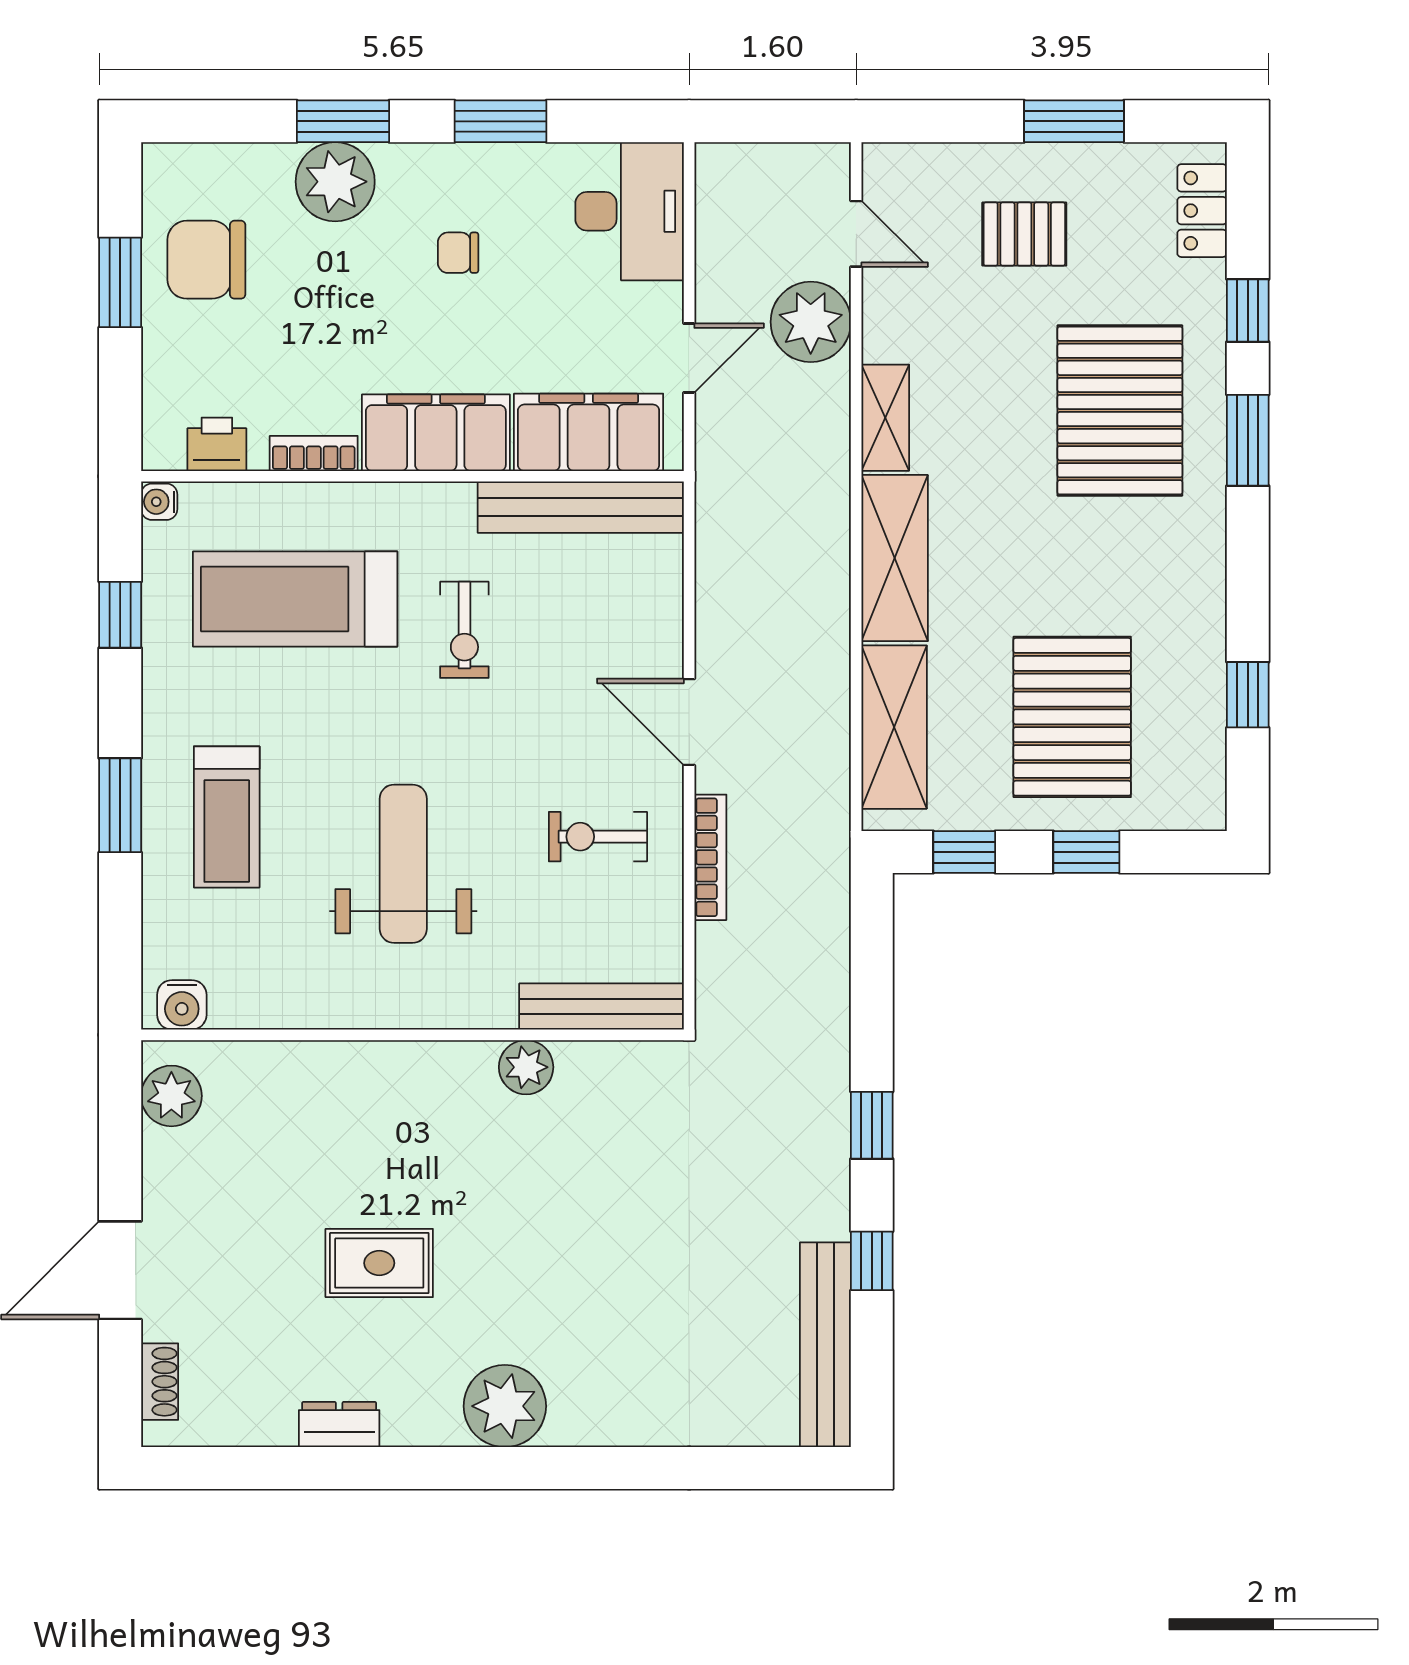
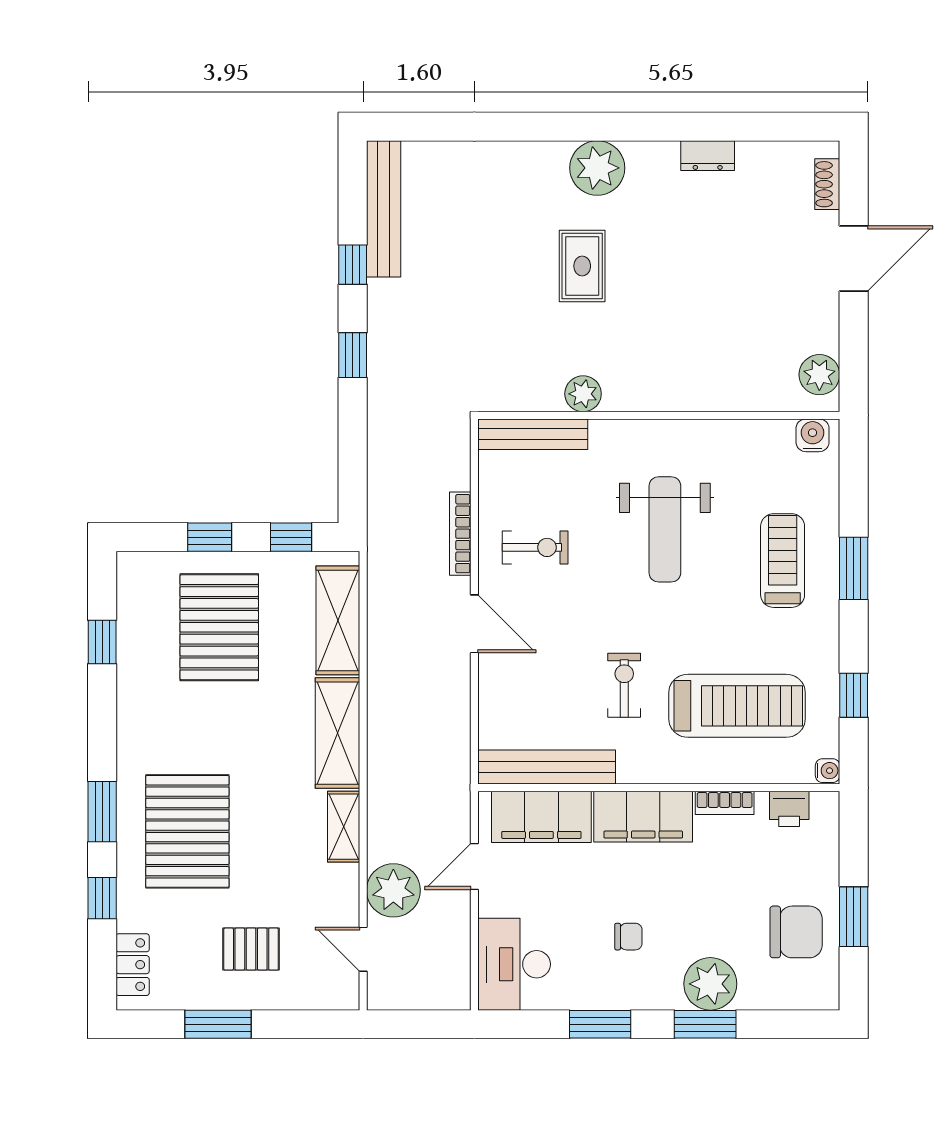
rug: (379, 1263) -> (582, 266), moved, turned 90

